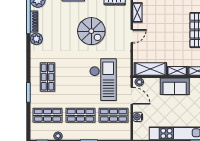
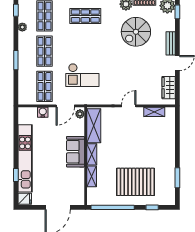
spiral stairs: (91, 31) -> (136, 32), moved
door: (132, 36) -> (129, 106), swing flipped
checkout: (103, 80) -> (82, 75), width x0.73, depth x0.83

